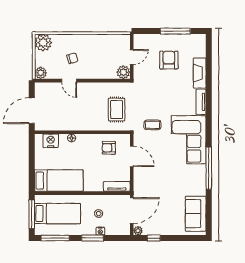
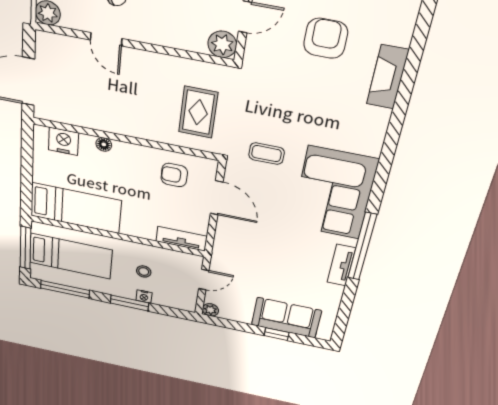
tv unit: (201, 102) -> (341, 265), moved
door: (132, 210) -> (204, 280), width x0.53
sofa: (196, 214) -> (286, 318), moved, turned 90
window: (154, 238) -> (277, 334), moved

